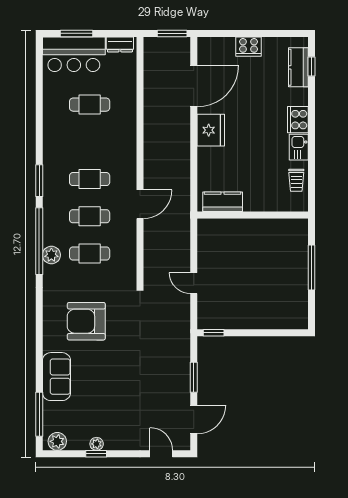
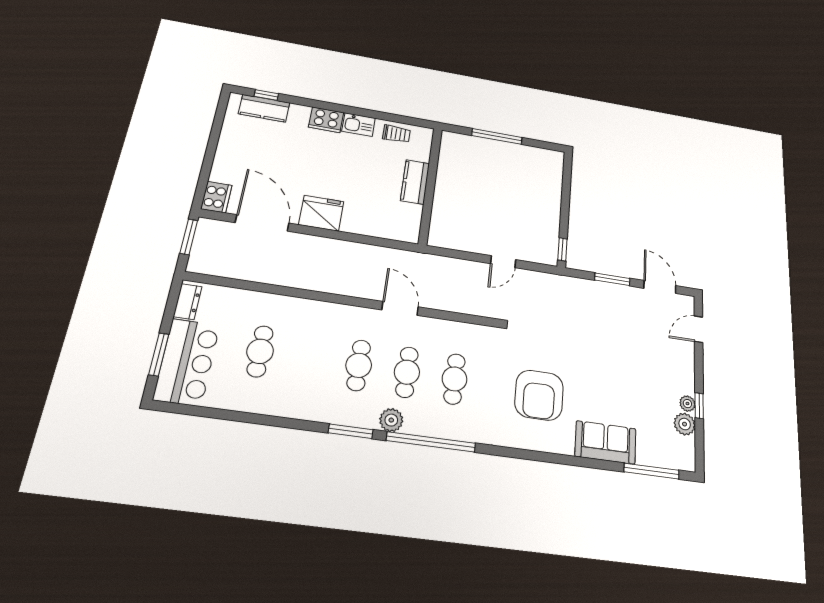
cooker: (249, 47) -> (216, 197), moved
kitchen counter: (223, 202) -> (415, 182), moved
plant: (51, 255) -> (391, 420), moved
plant: (57, 441) -> (685, 424), moved

